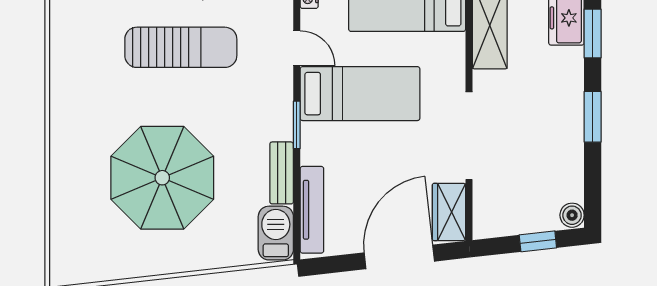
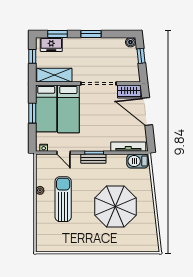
door: (297, 48) -> (63, 153), swing flipped
bed: (360, 94) -> (68, 109), moved, turned 180
bench: (282, 173) -> (93, 159), moved

